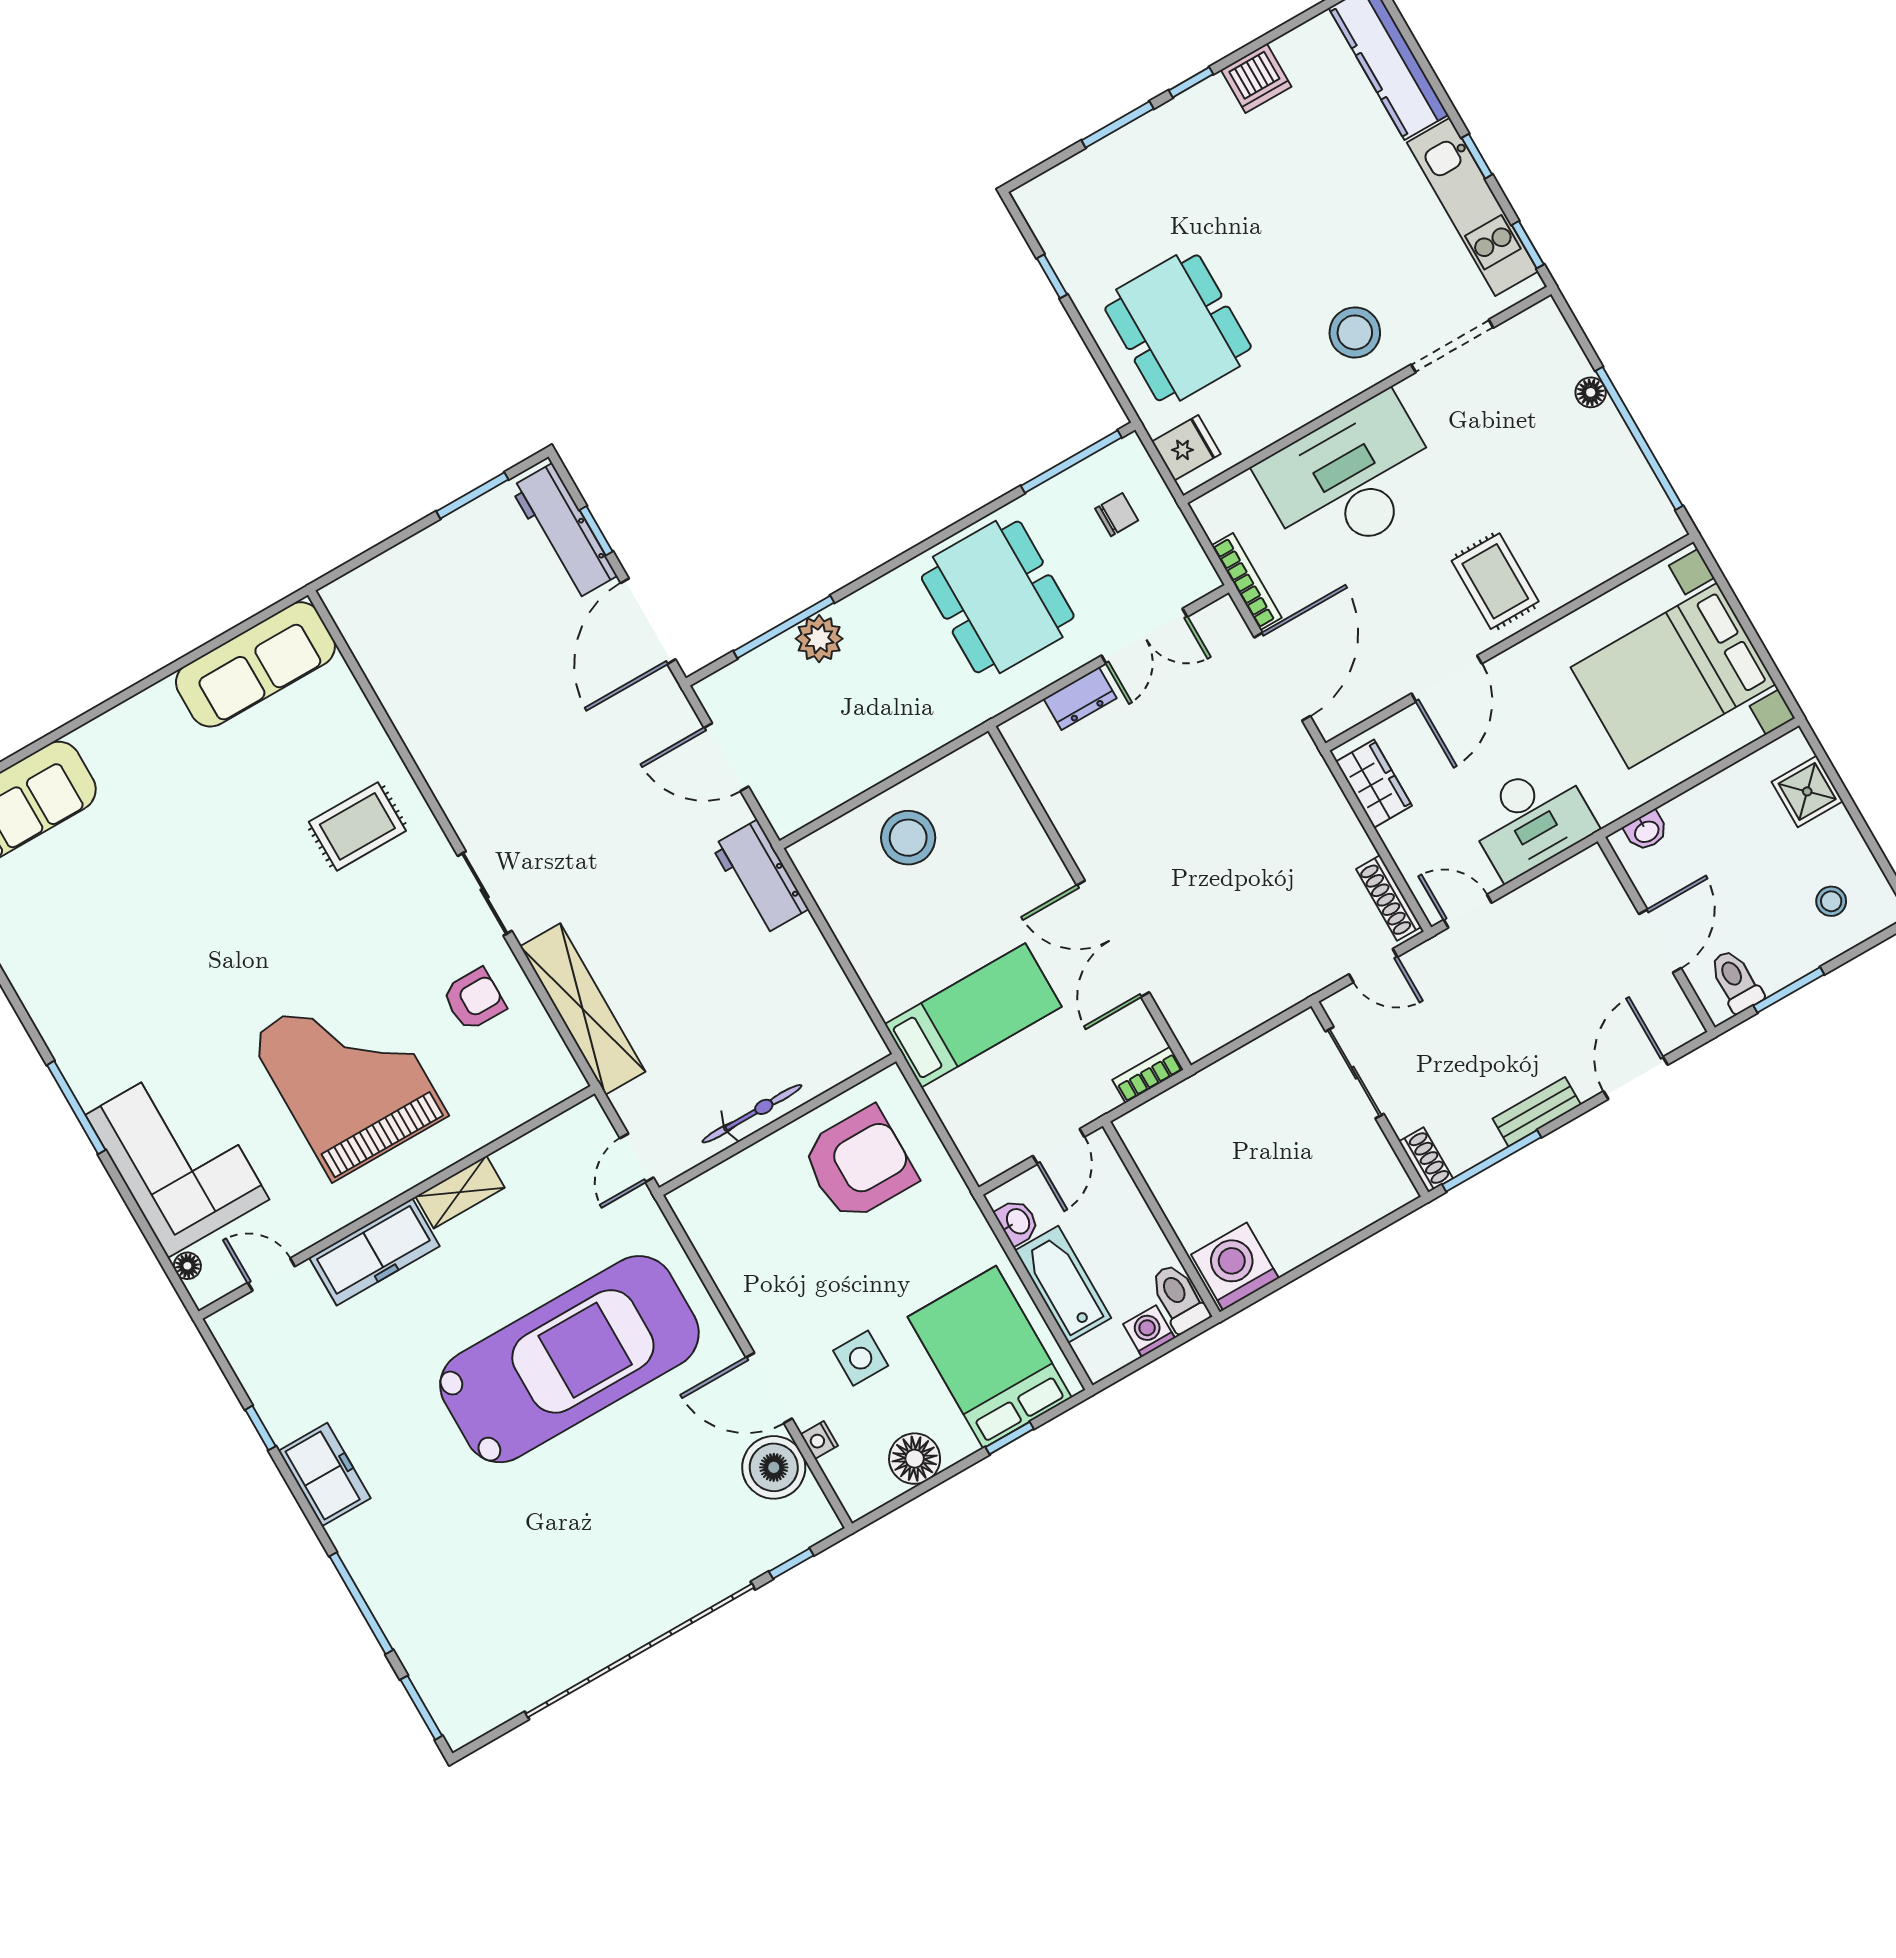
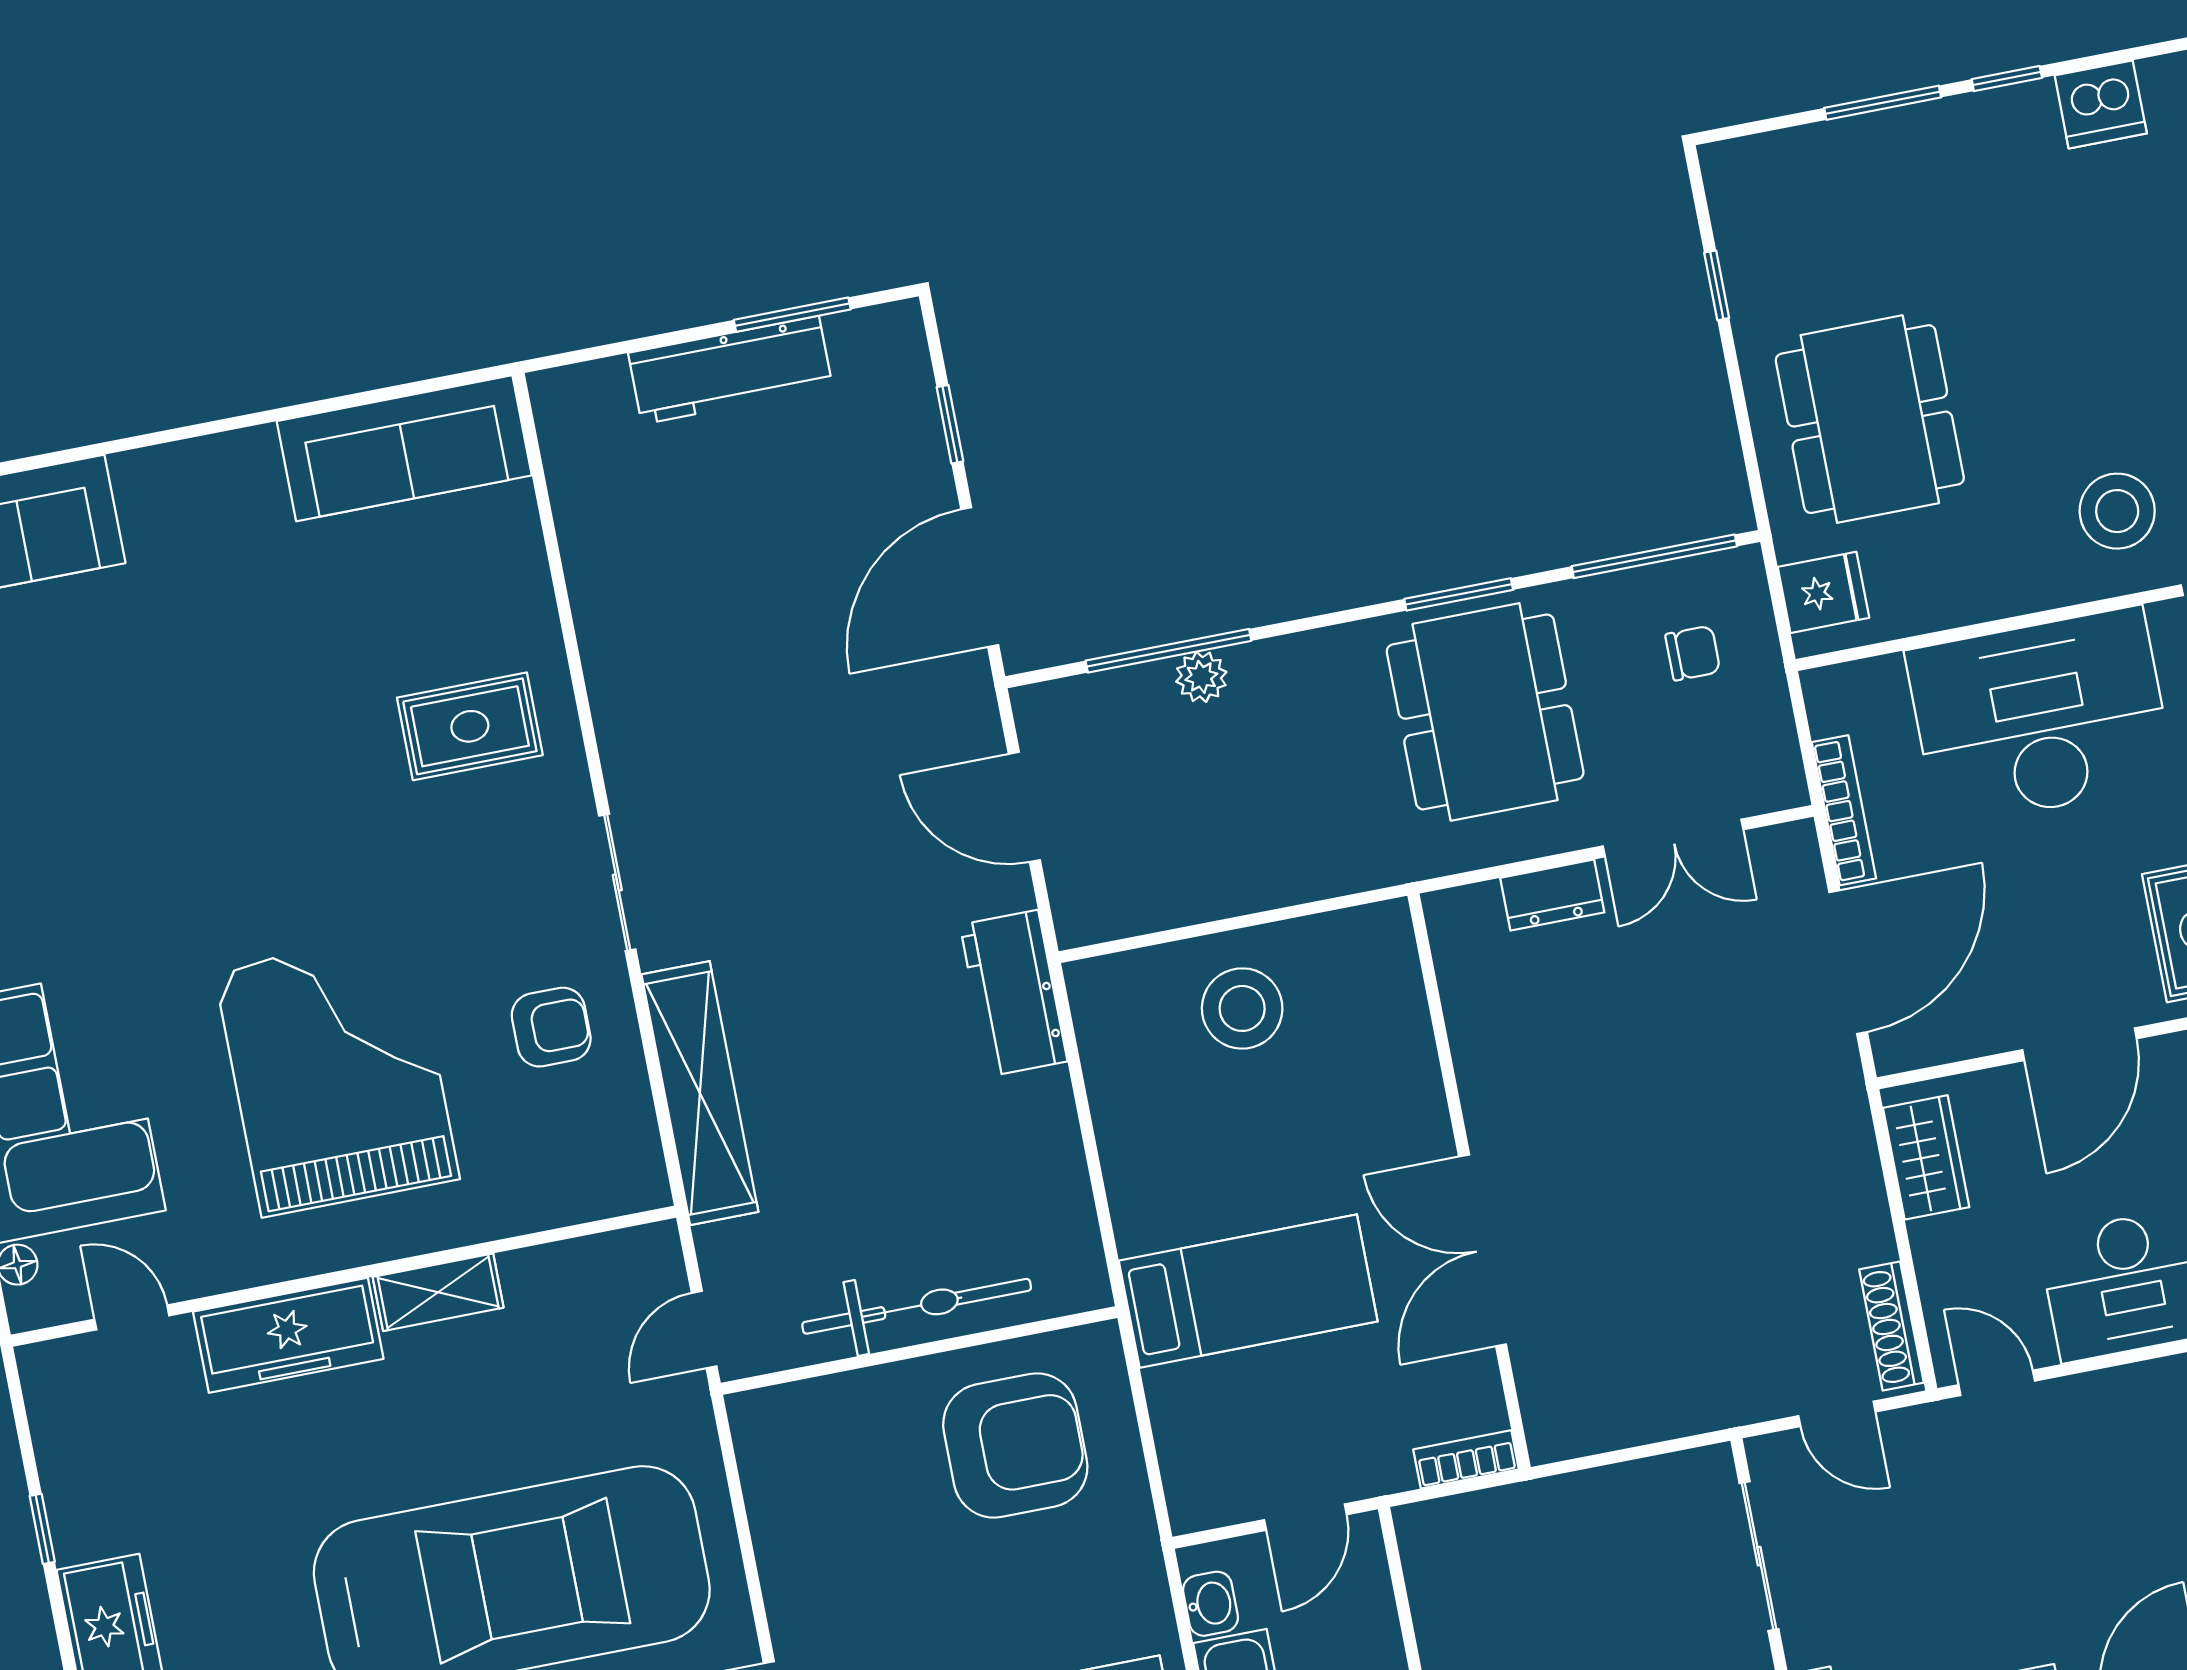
window: (955, 528) -> (1459, 594), added
workbench: (564, 532) -> (730, 370), moved, turned -90
plant: (819, 639) -> (1201, 677), width x0.73, depth x0.73
bicycle: (752, 1114) -> (917, 1306), width x1.37, depth x1.40

